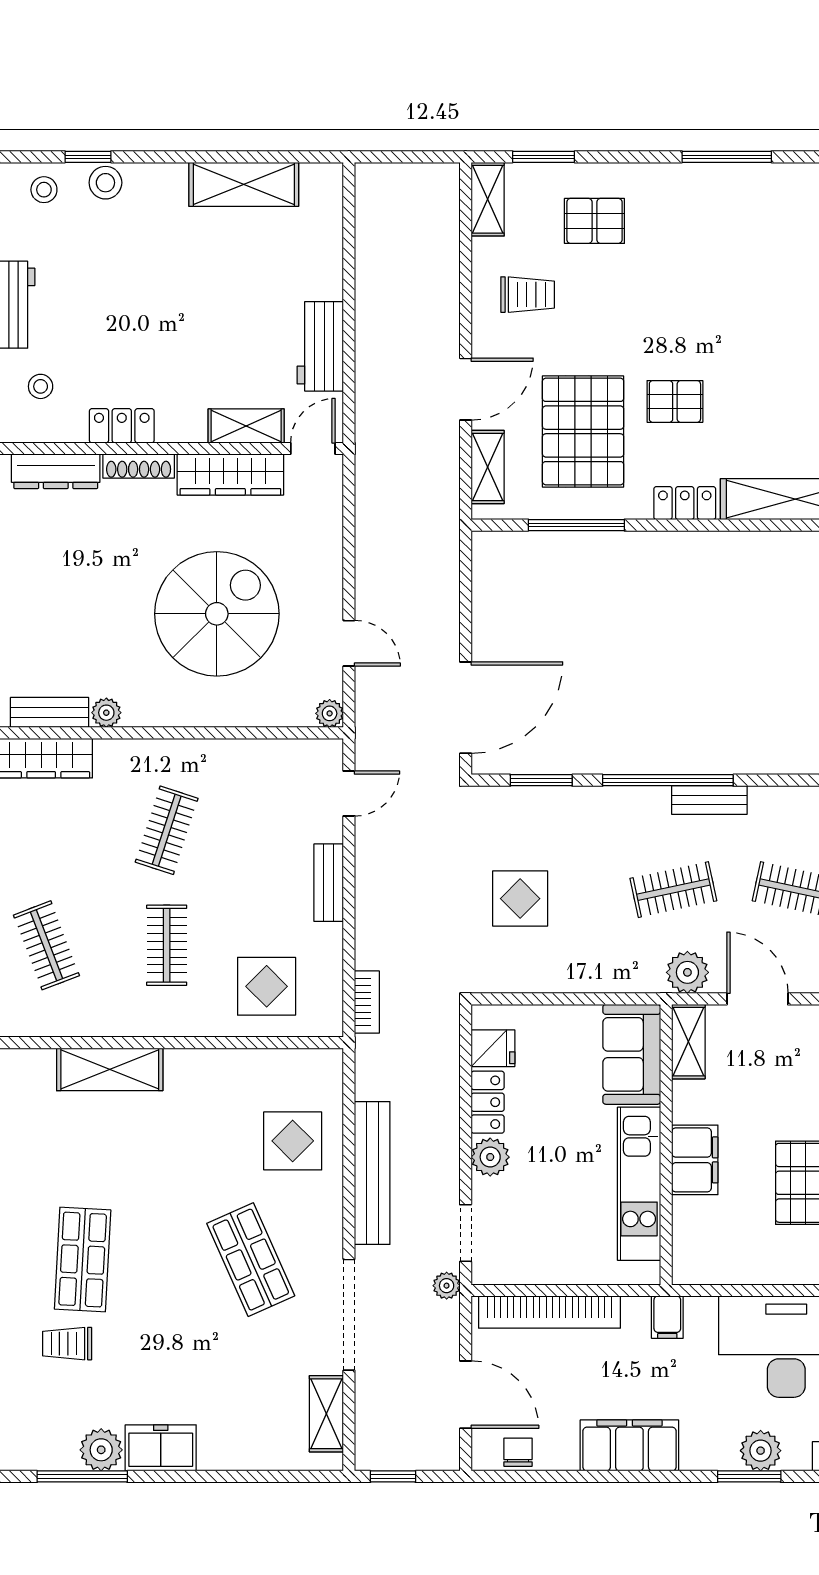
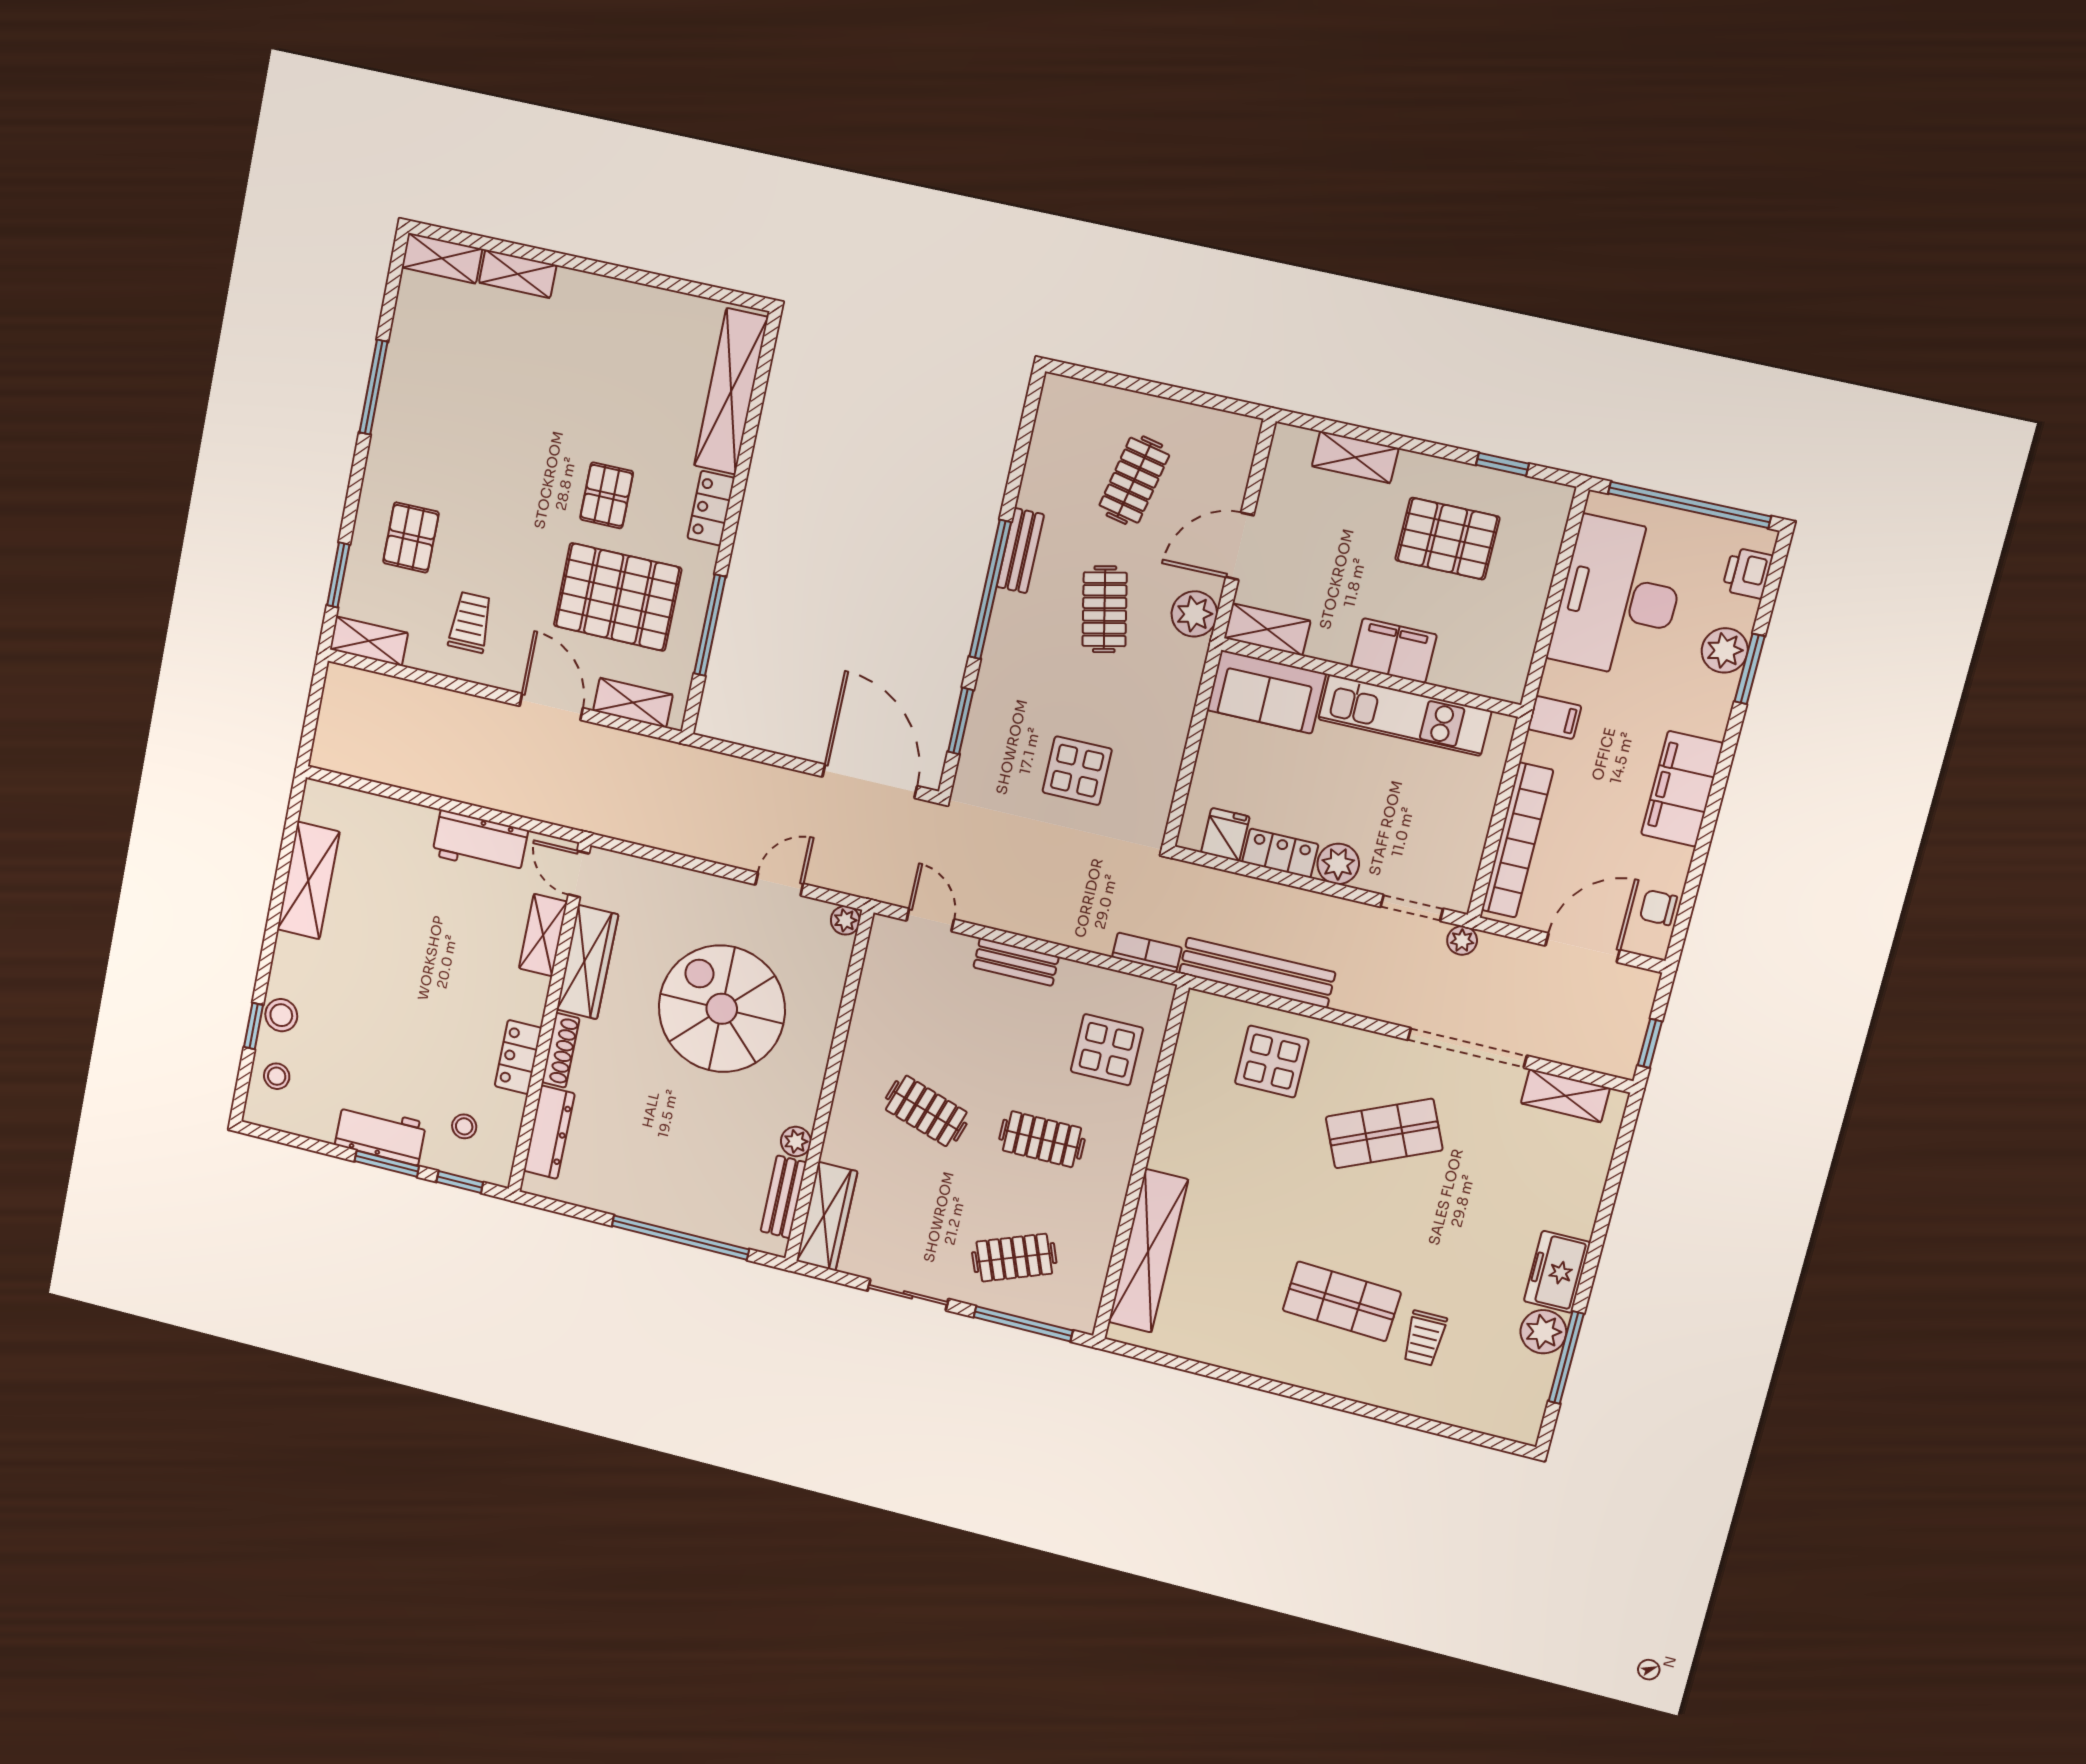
shelving: (110, 1069) -> (1148, 1251), width x1.47
bench: (372, 1173) -> (1257, 973), moved

